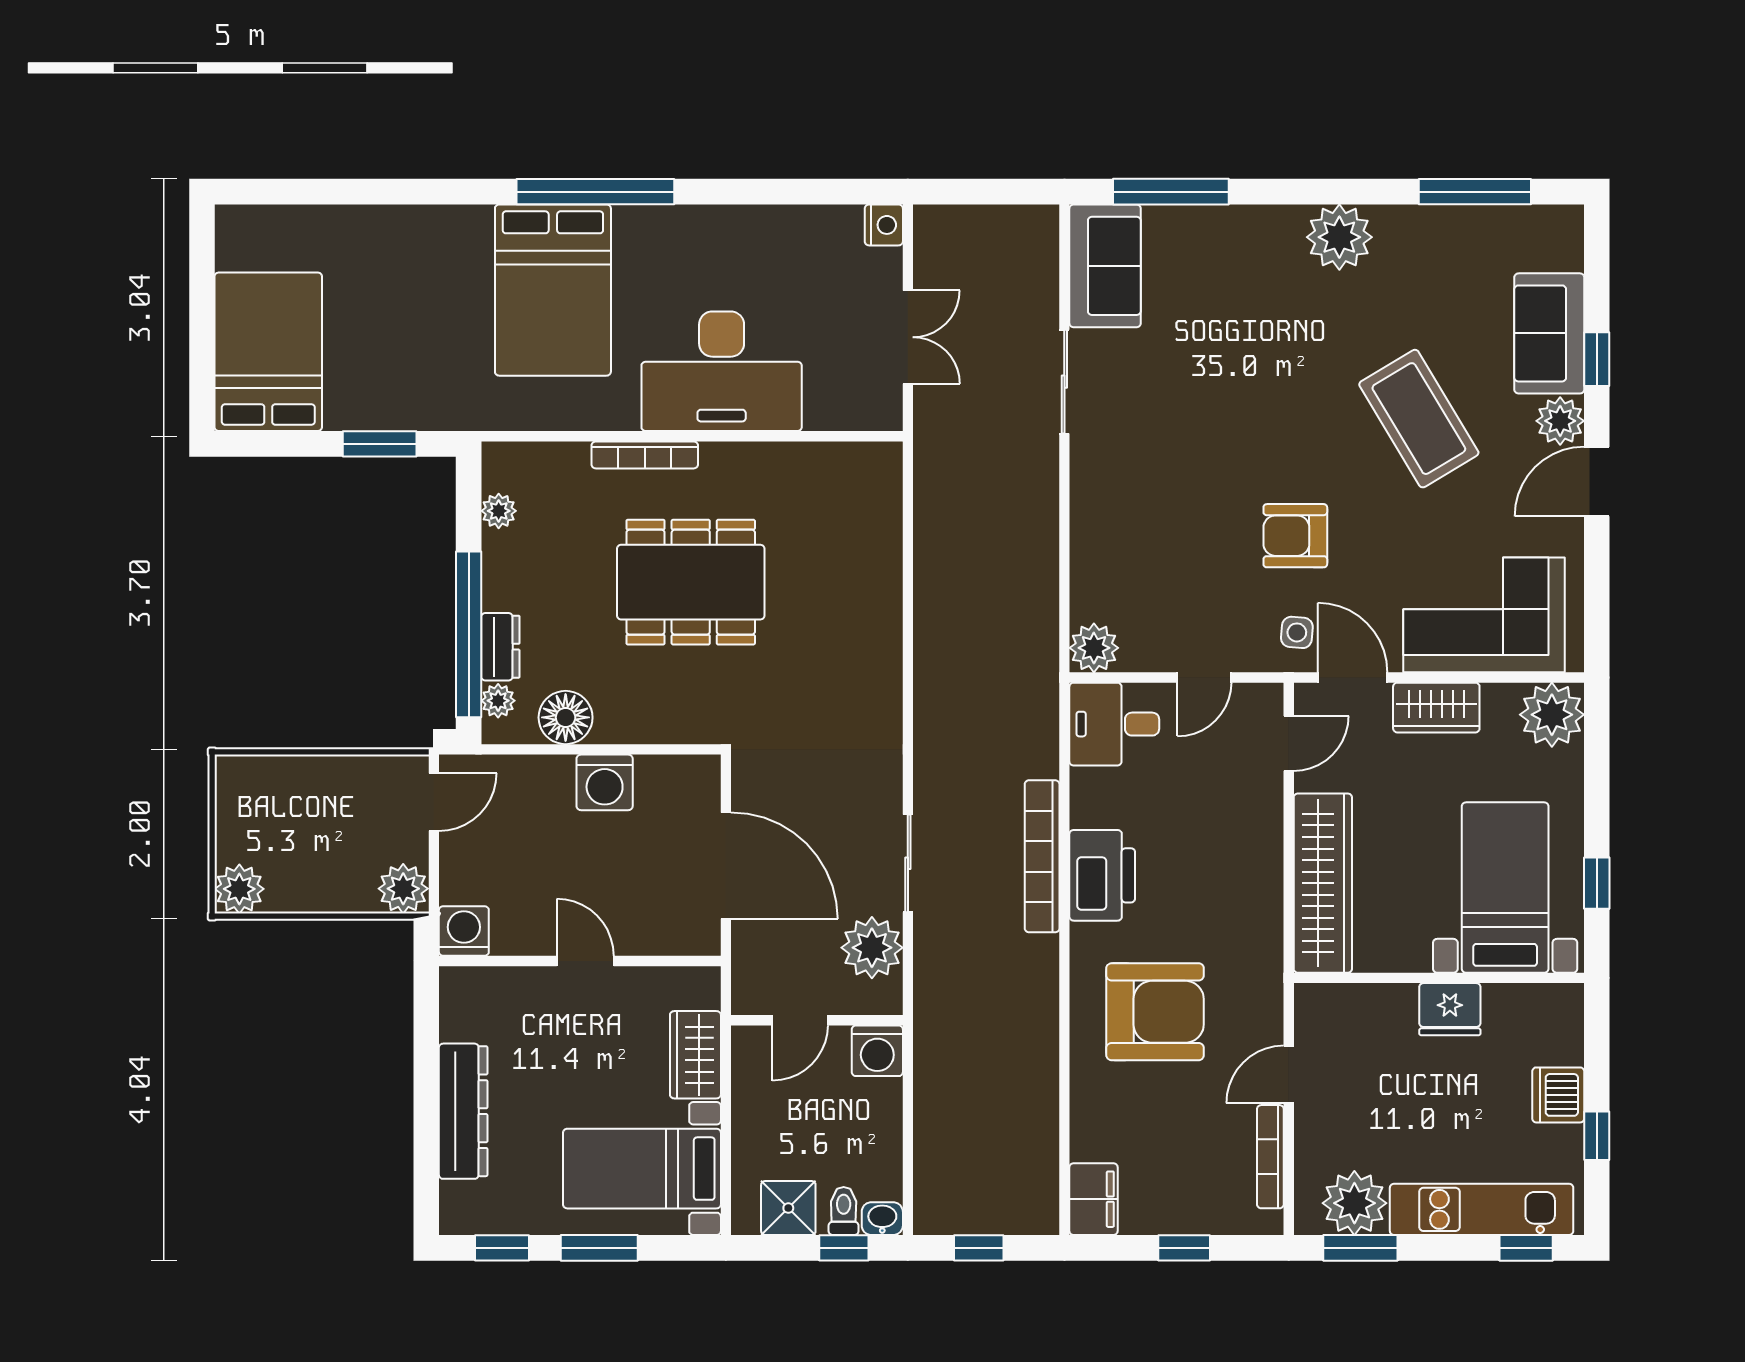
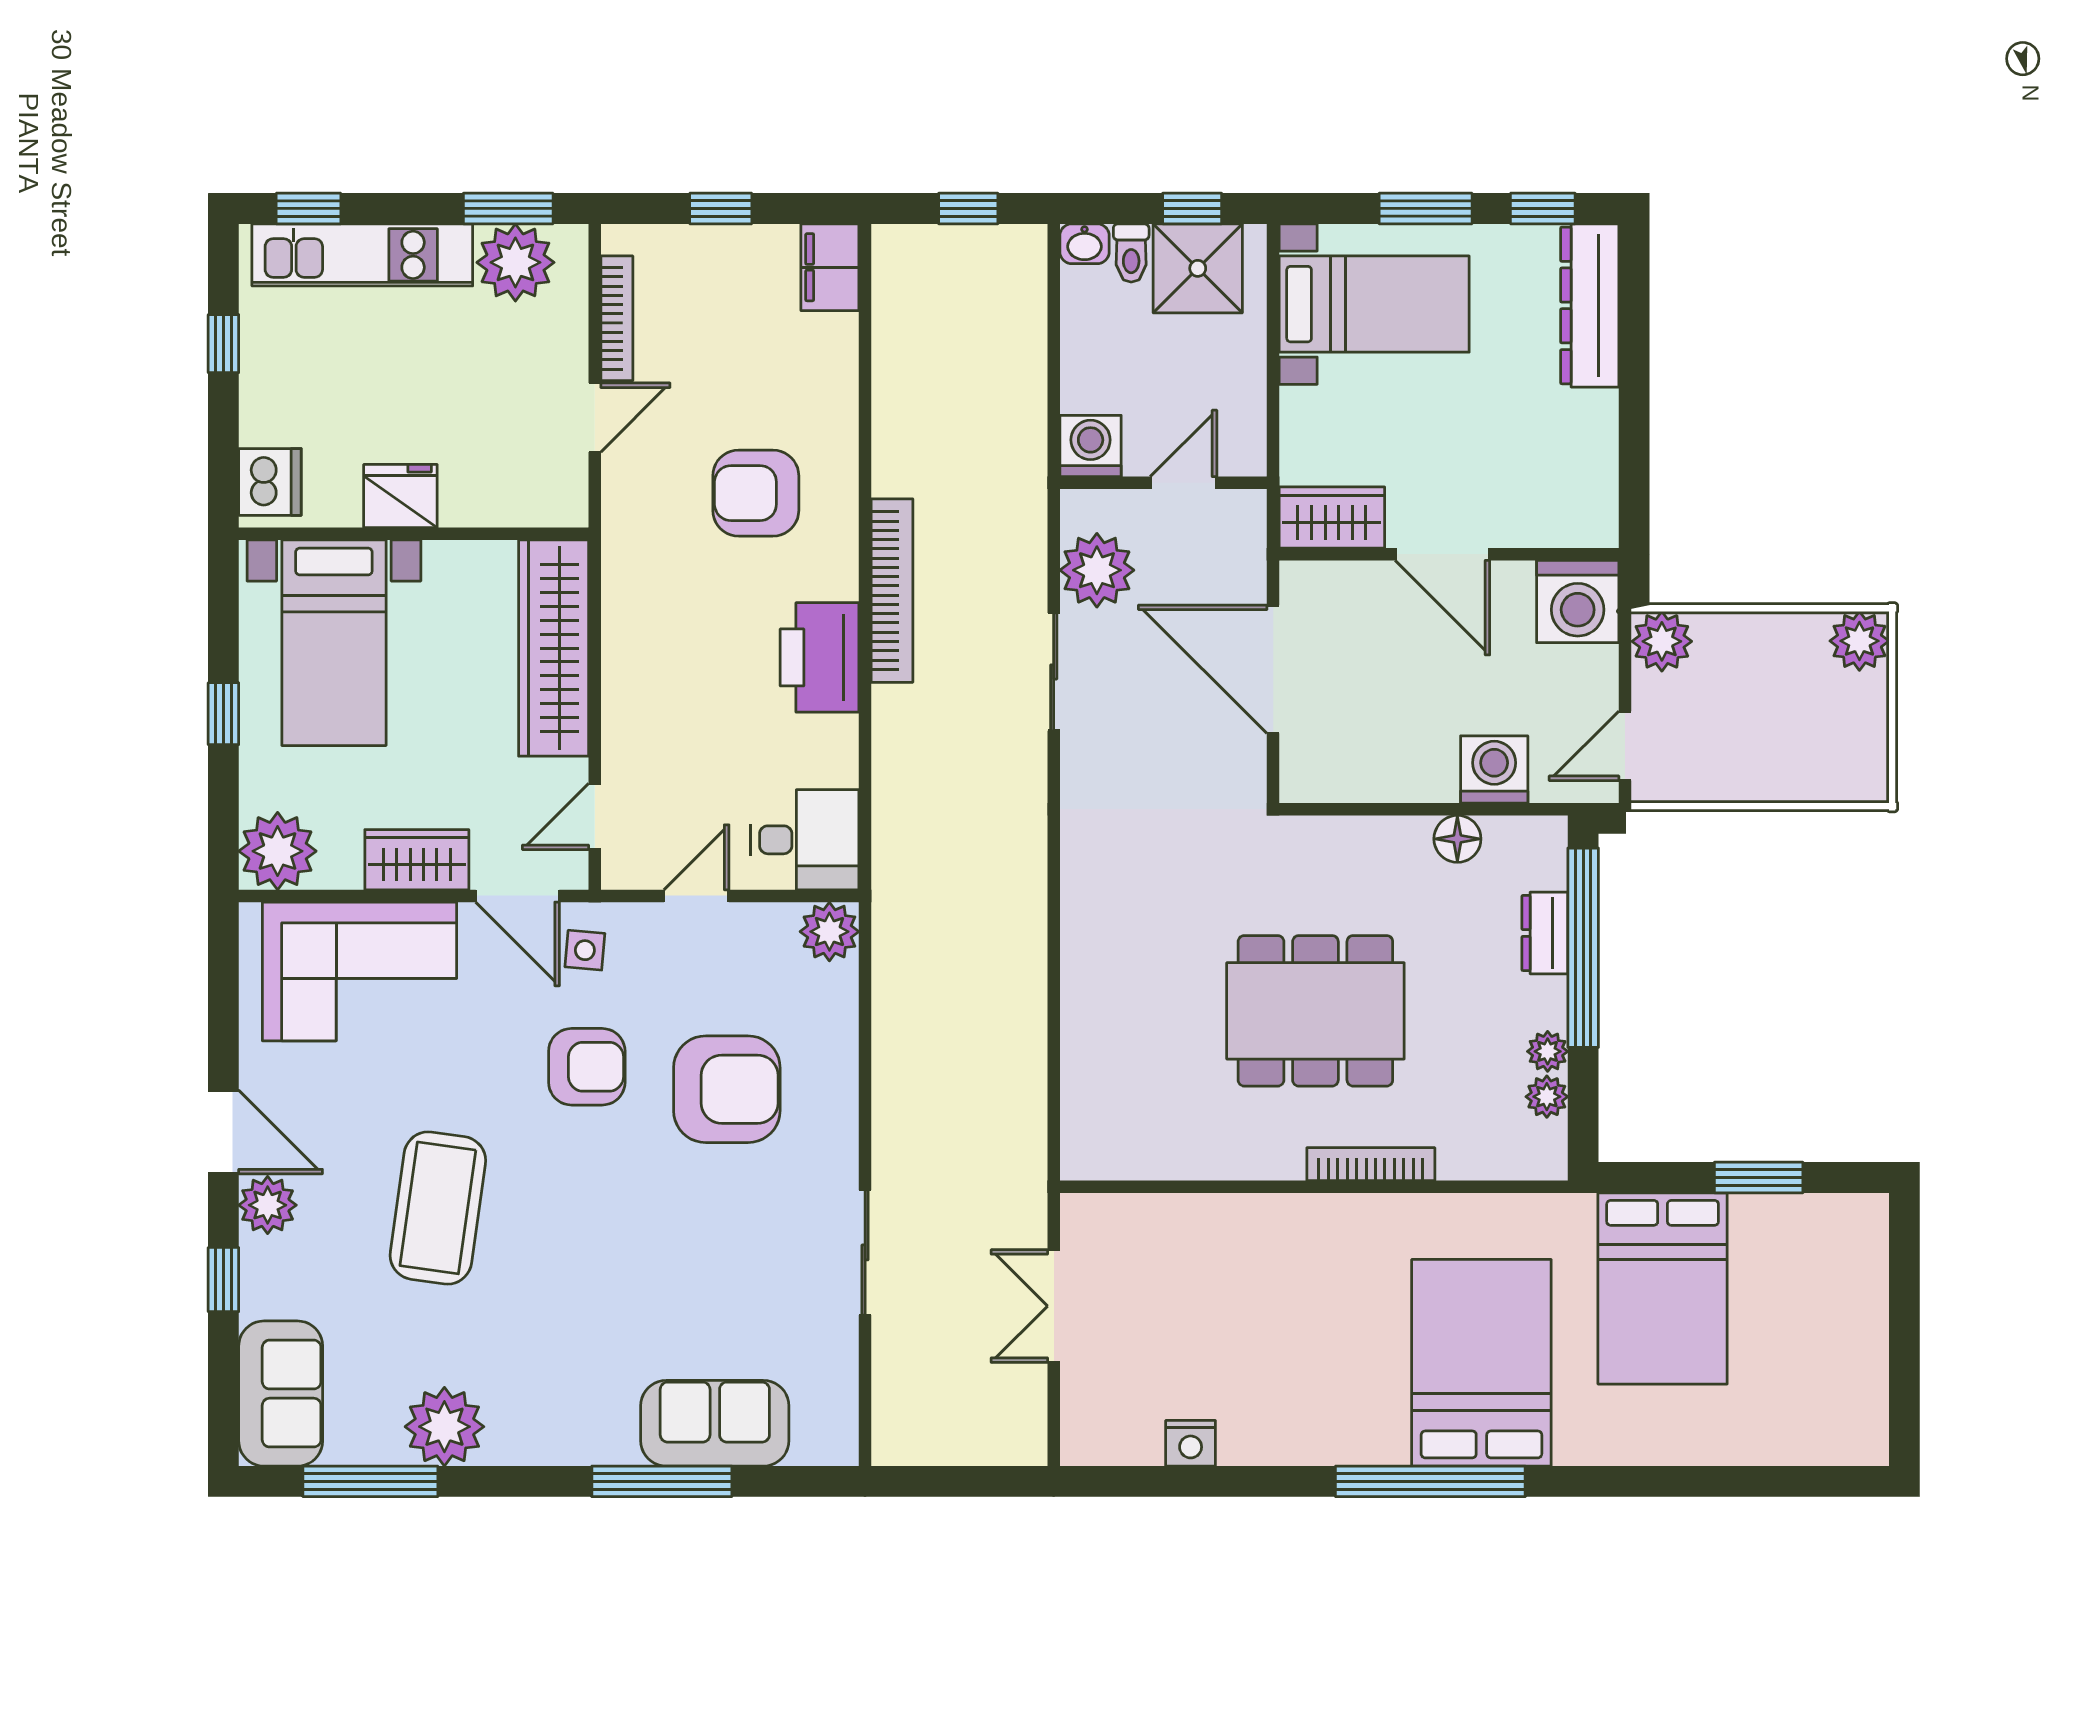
window: (1171, 192) -> (662, 1481), moved
nightstand: (884, 225) -> (1191, 1443), moved, turned -90
plant: (1339, 237) -> (444, 1427), moved
sofa: (1105, 266) -> (715, 1423), moved, turned 90
sofa: (1549, 333) -> (281, 1394), moved
bed: (268, 352) -> (1663, 1288), moved
desk: (722, 371) -> (1278, 1265), removed
coffee table: (1419, 419) -> (438, 1208), turned 39
window: (380, 444) -> (1759, 1177), moved
door: (1597, 482) -> (223, 1132), hinge flipped
armchair: (1179, 517) -> (727, 1089), added
plant: (498, 701) -> (1548, 1051), moved
floor lamp: (566, 717) -> (1457, 839), width x0.73, depth x0.73
washing machine: (605, 782) -> (1494, 769), moved
bookcase: (1042, 856) -> (892, 591), moved
window: (1597, 883) -> (223, 714), moved
washing machine: (464, 931) -> (1578, 601), width x1.37, depth x1.37
door: (585, 961) -> (1442, 554), width x1.38
armchair: (1155, 1012) -> (756, 493), width x0.73, depth x0.73
wardrobe: (695, 1055) -> (1332, 518), moved, turned -90
dishwasher: (1558, 1095) -> (270, 482), moved
dresser: (463, 1111) -> (1590, 305), moved
shower: (788, 1208) -> (1198, 268), width x1.36, depth x1.36
window: (844, 1248) -> (1192, 208), moved

